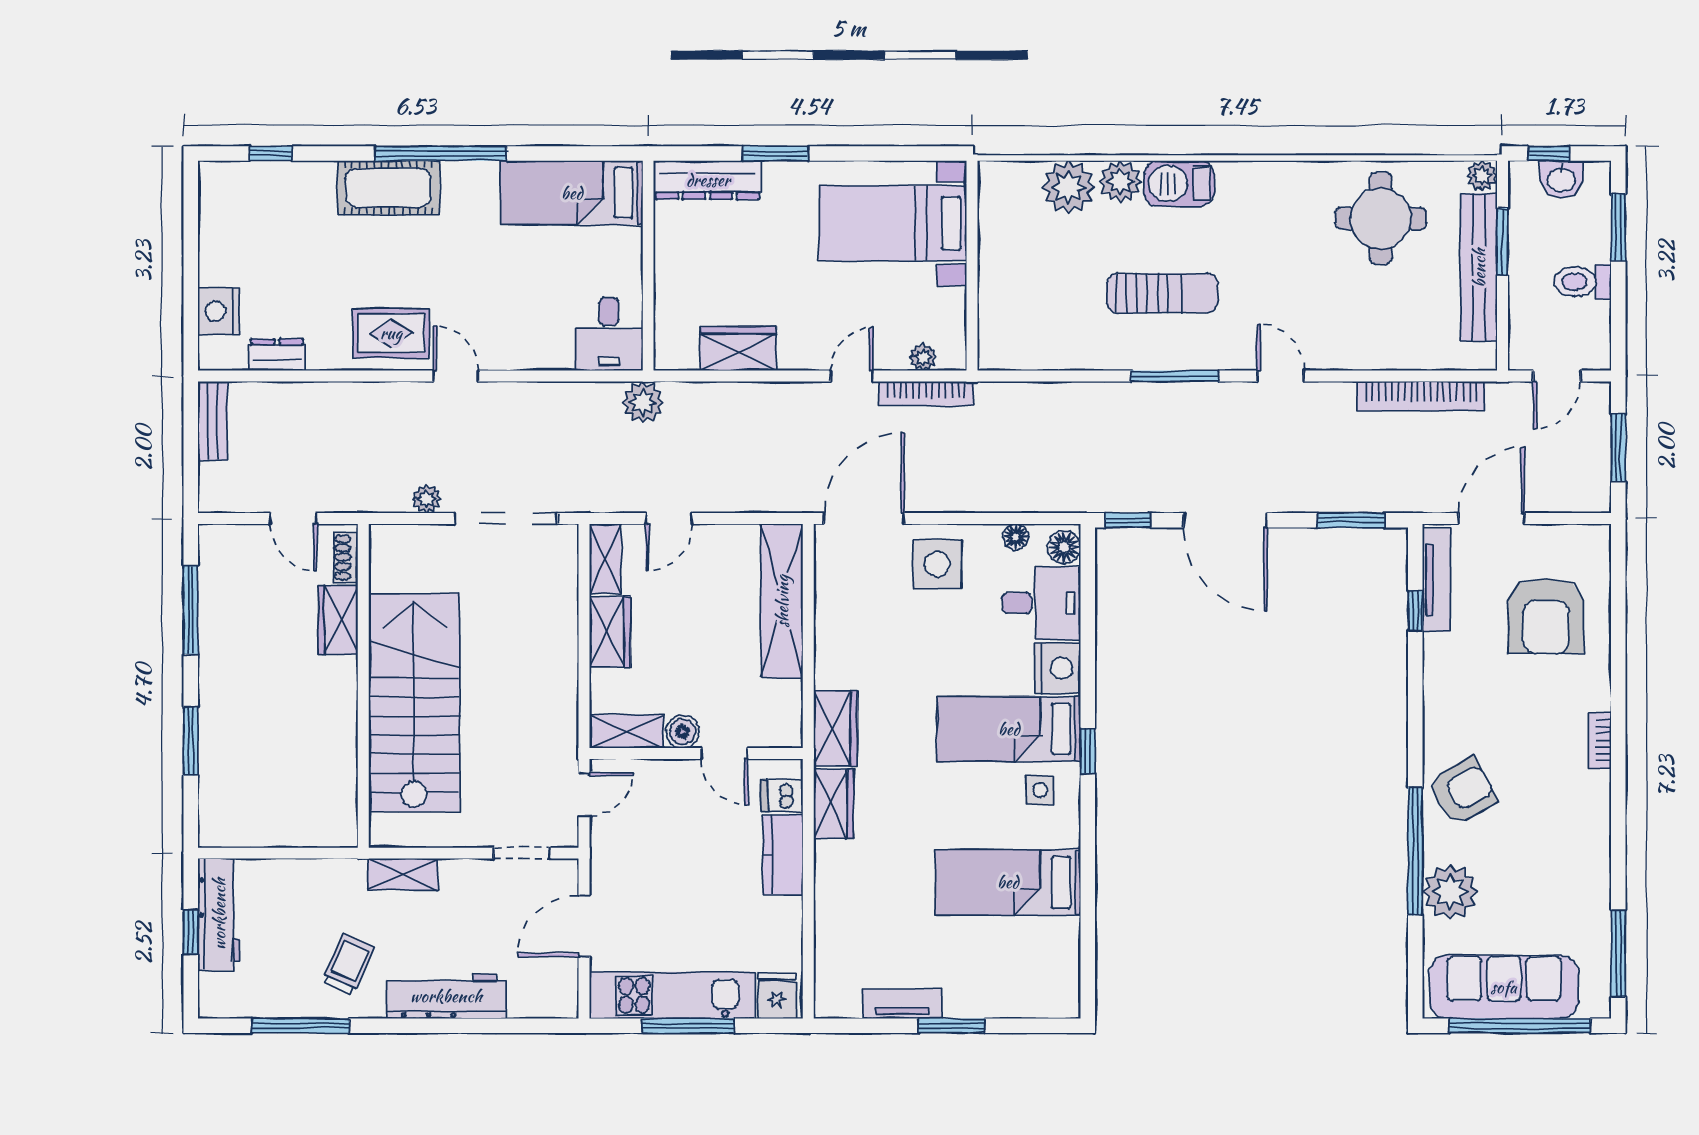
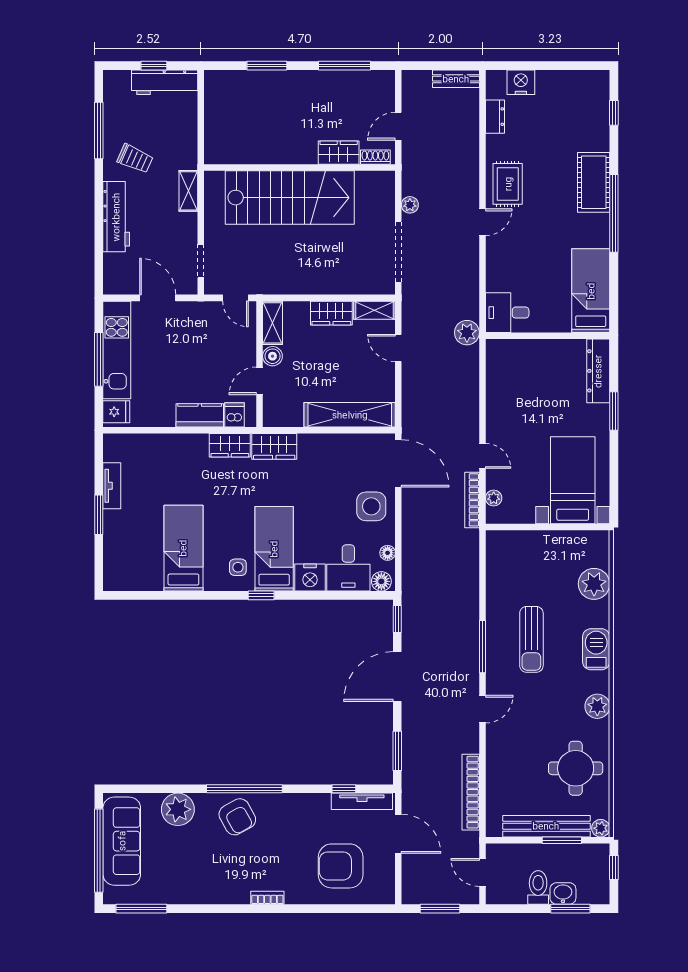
washbasin: (1561, 179) -> (563, 893), moved, turned 90
plant: (1120, 182) -> (597, 706), moved
wardrobe: (738, 349) -> (499, 389), removed
window: (1415, 851) -> (244, 789), moved

